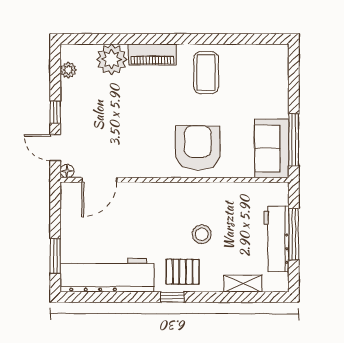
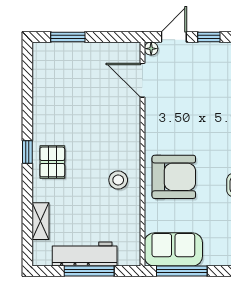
stool: (202, 234) -> (118, 180), moved
workbench: (107, 275) -> (49, 88), removed

